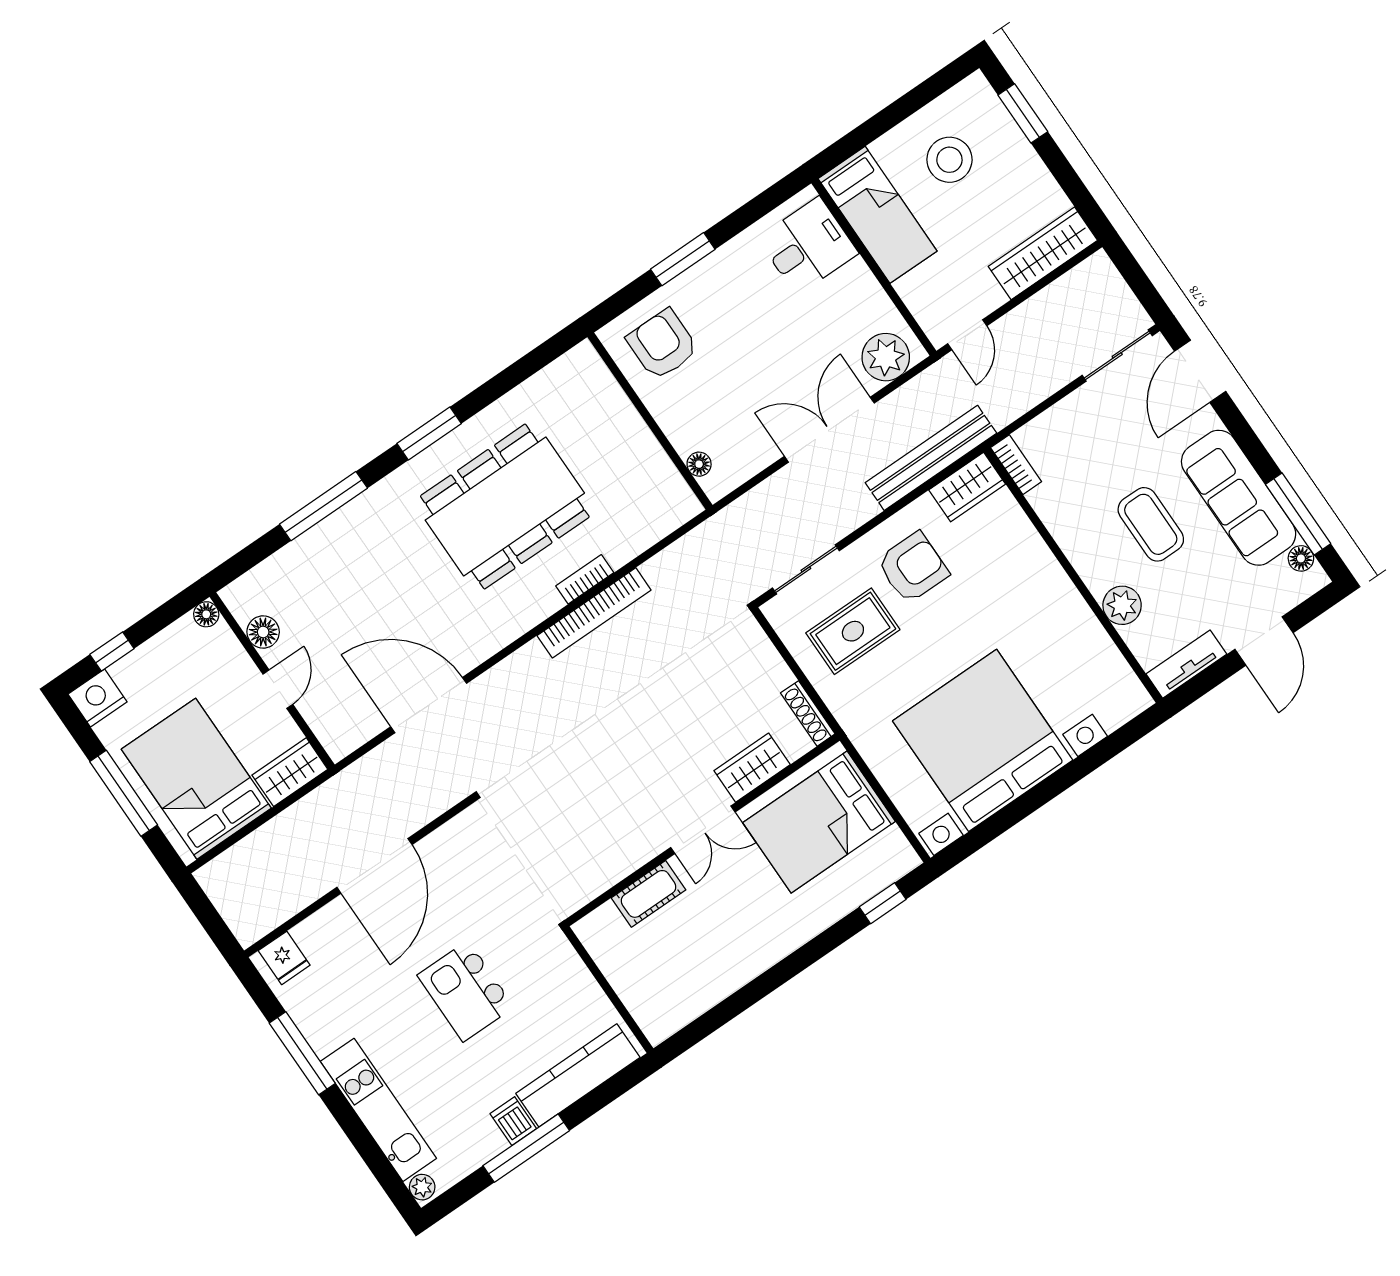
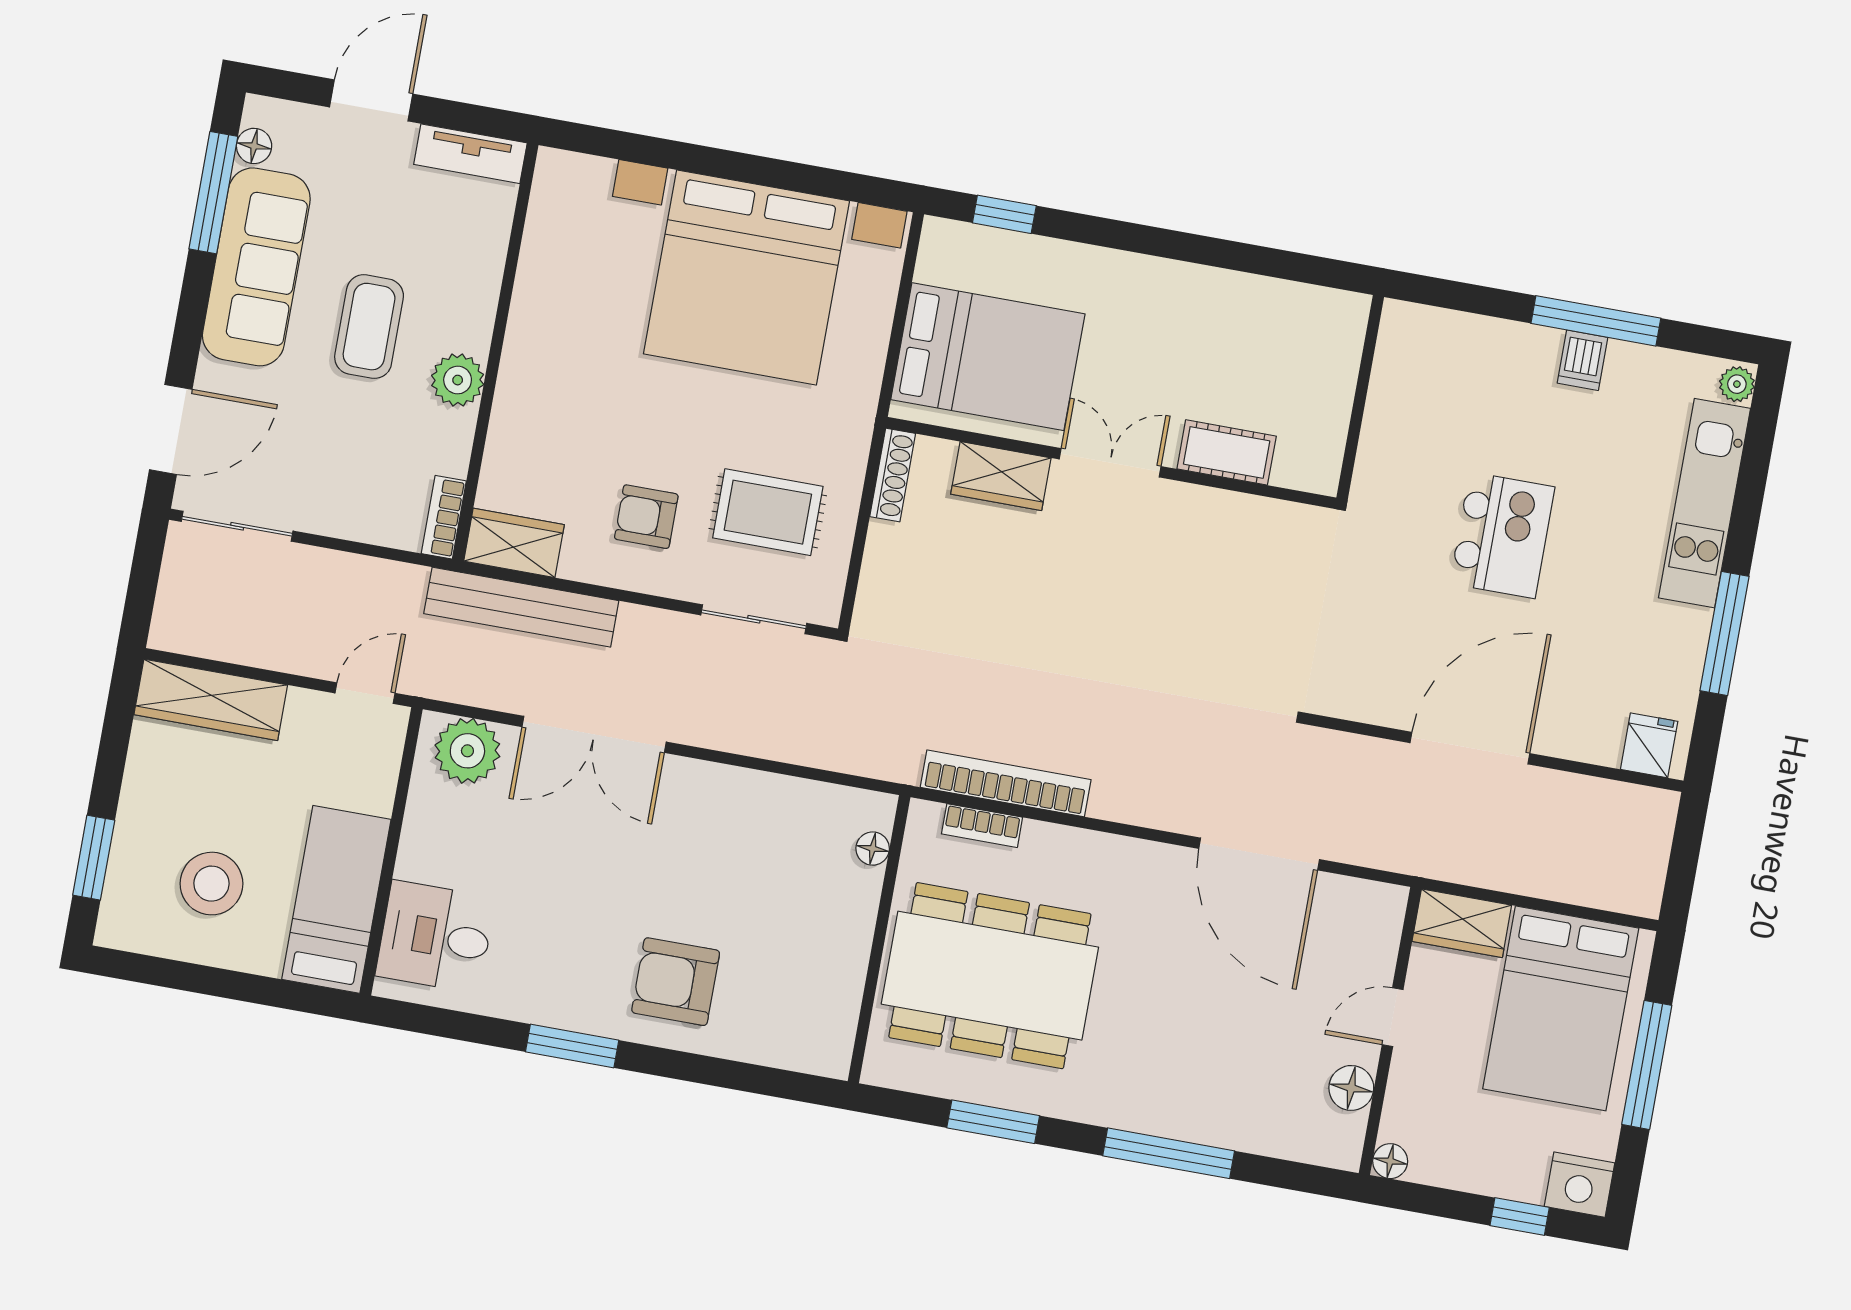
armchair: (662, 344) -> (676, 982), turned 90
wall: (650, 421) -> (879, 939), moved
floor lamp: (699, 464) -> (873, 849), moved
armchair: (913, 567) -> (646, 517), width x0.72, depth x0.72
plant: (1122, 605) -> (458, 380), moved
kitchen counter: (578, 1075) -> (1474, 342), removed

